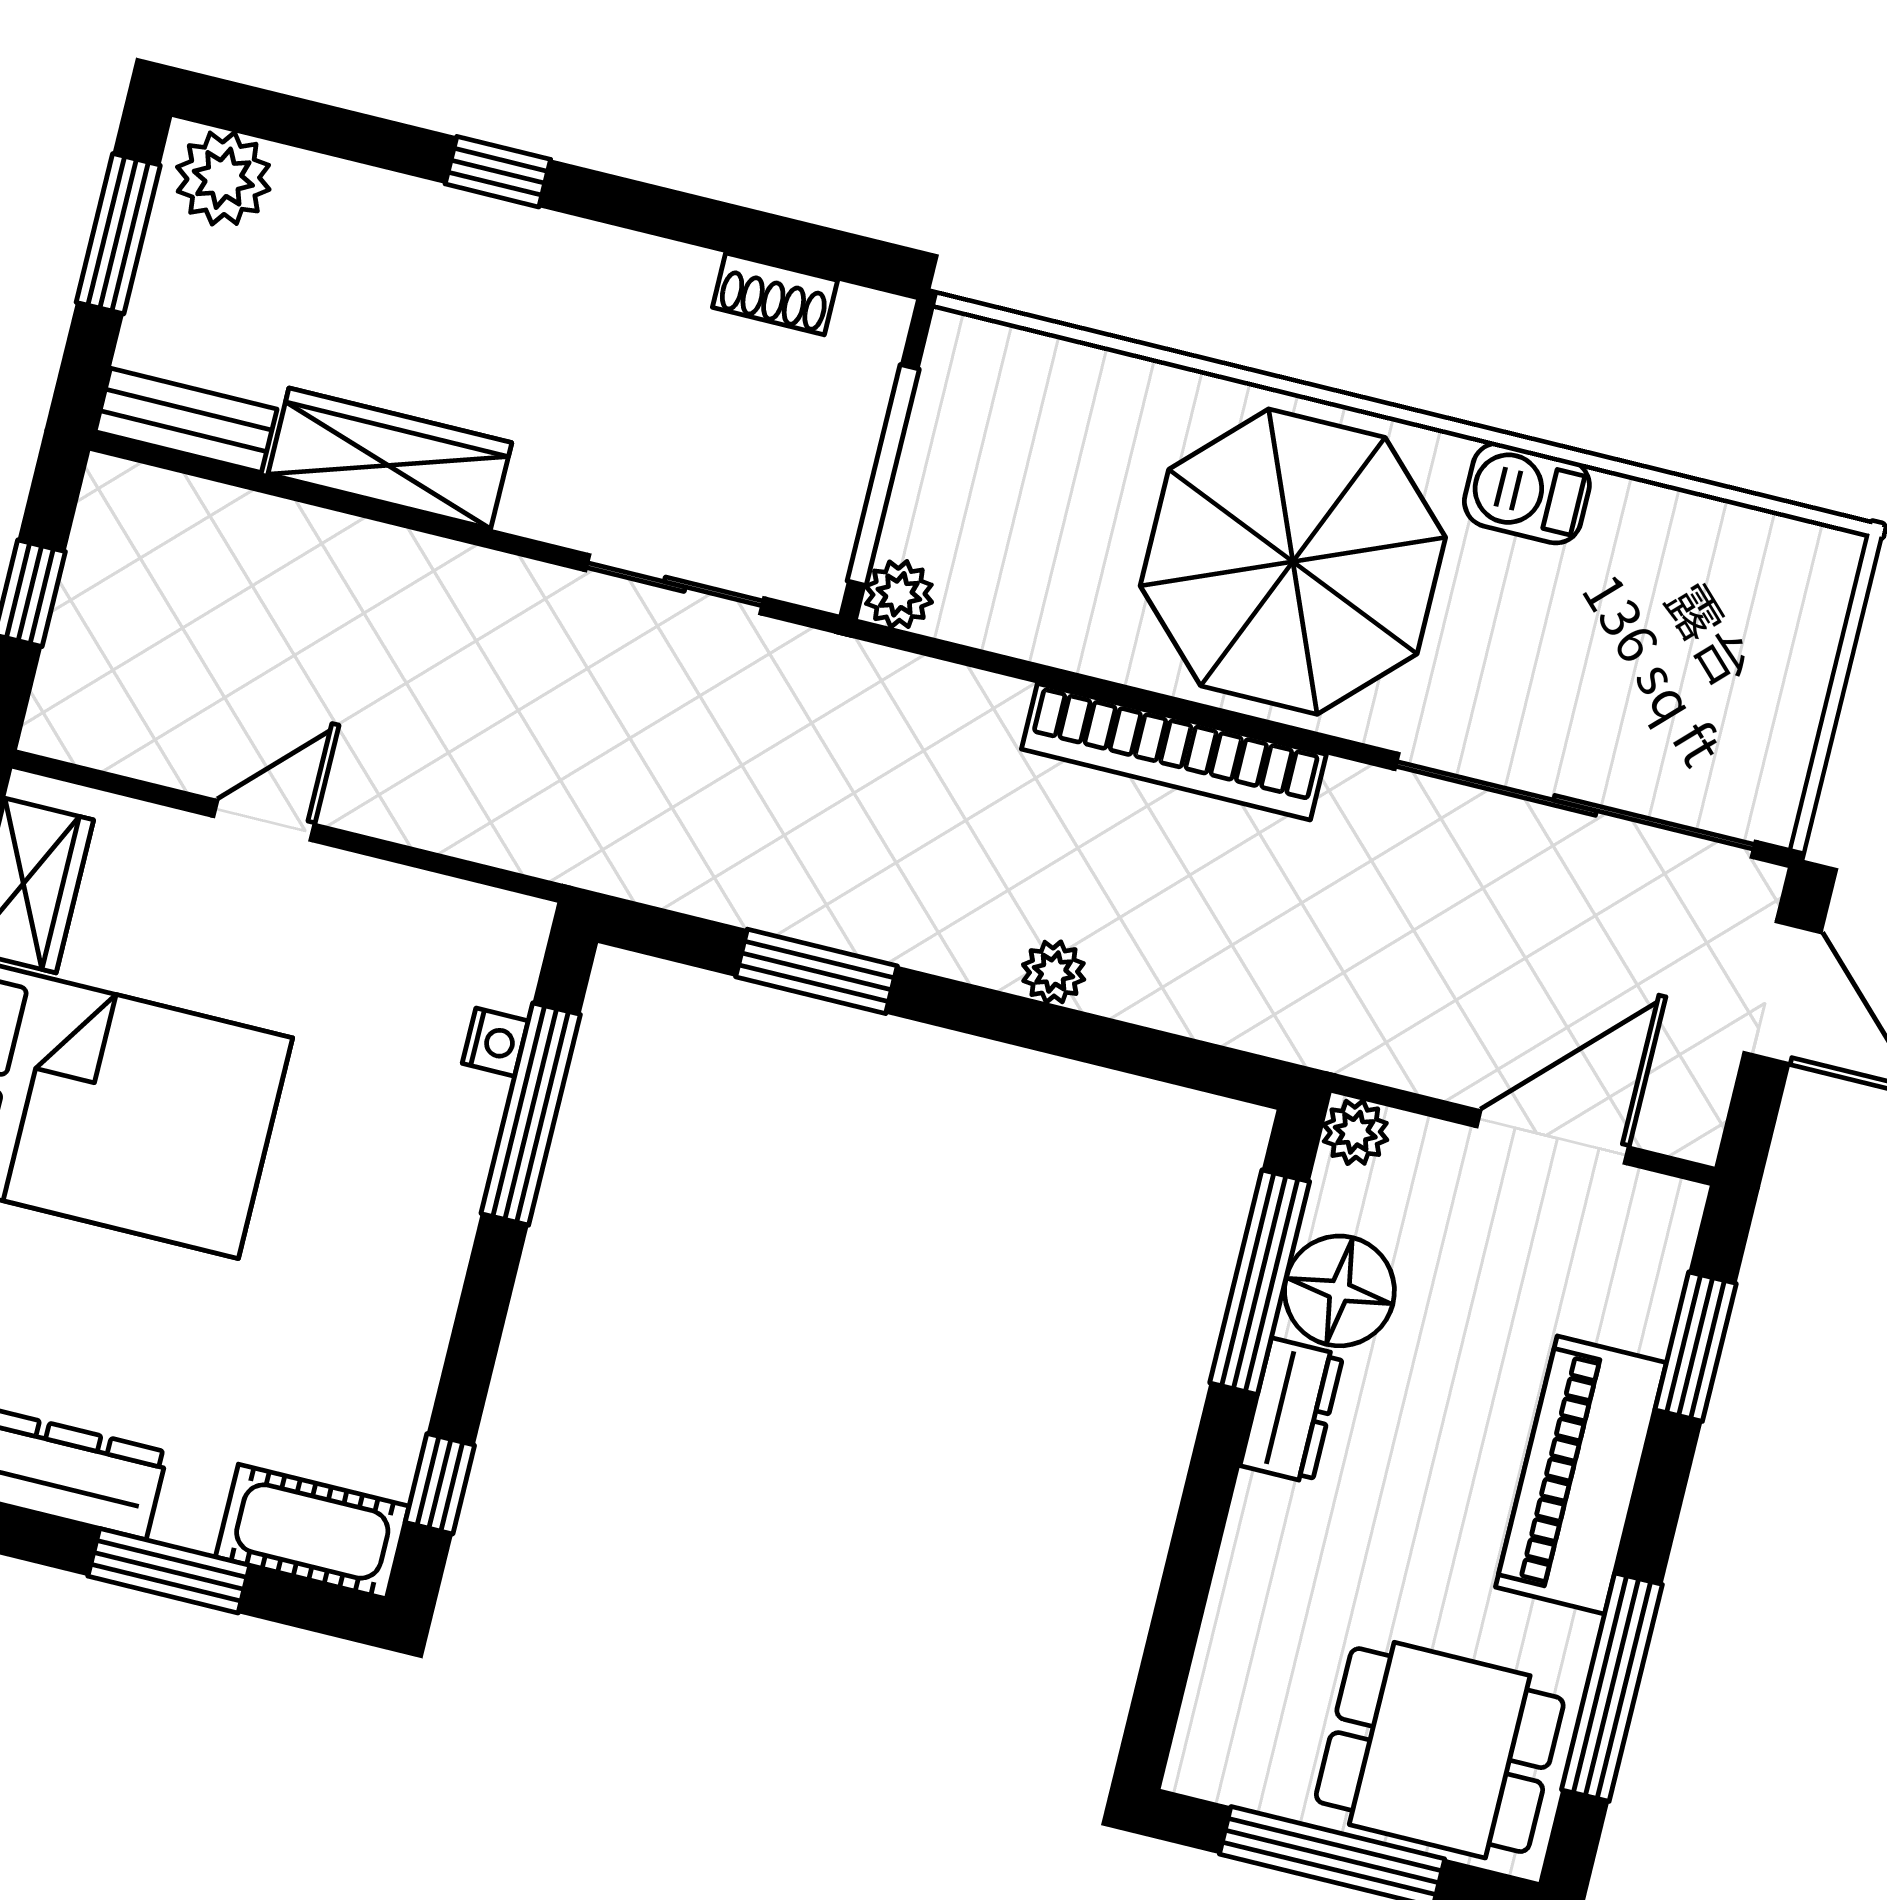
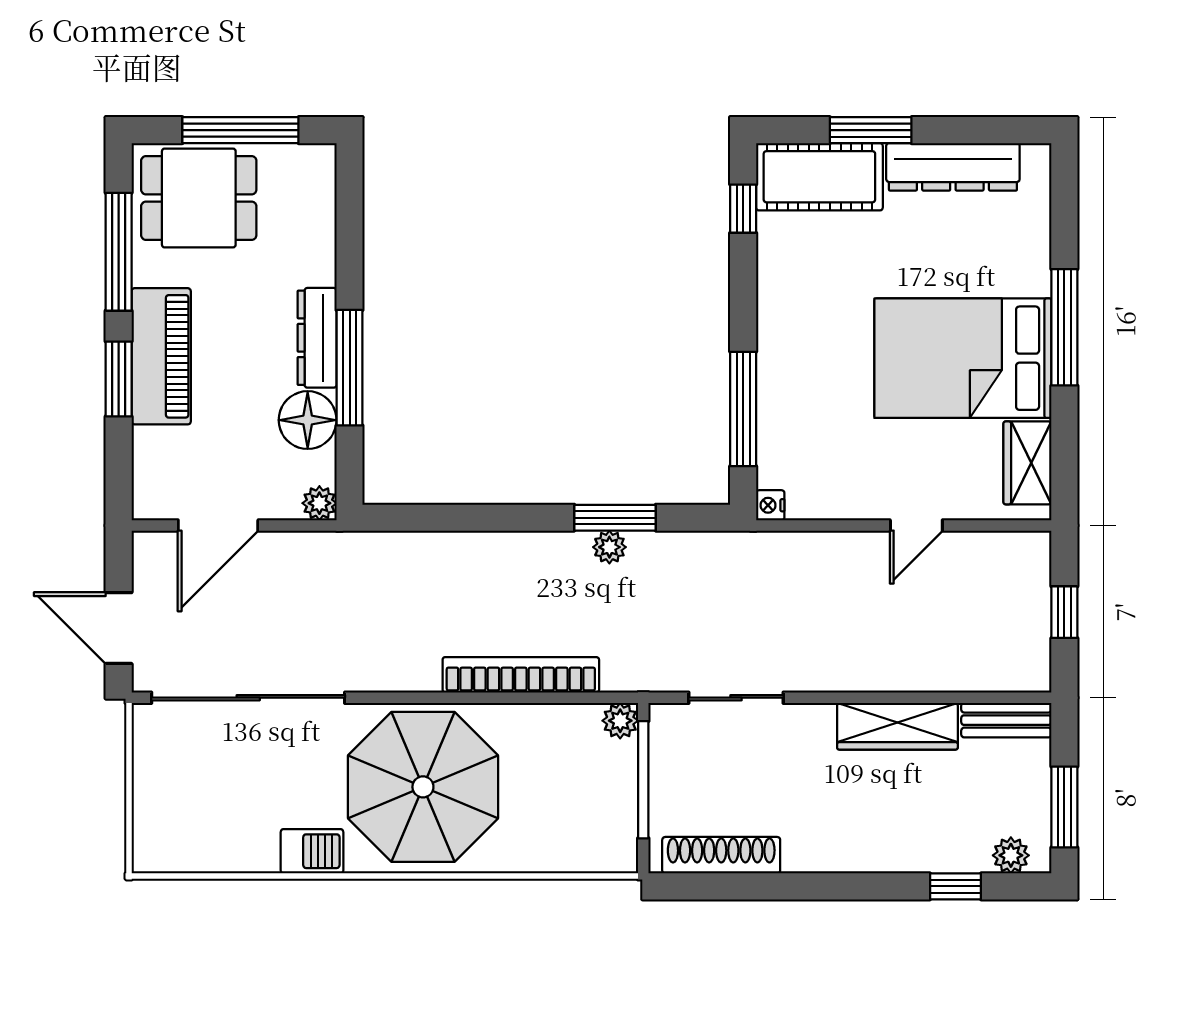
window: (498, 172) -> (956, 886), moved
plant: (223, 178) -> (1011, 855), width x0.73, depth x0.73
shoe rack: (775, 294) -> (721, 855), width x1.94, depth x1.24
bookcase: (1174, 752) -> (521, 675), moved
plant: (1054, 972) -> (609, 547), moved
nightstand: (495, 1042) -> (770, 505), moved
window: (1260, 1282) -> (350, 368), moved
window: (1696, 1347) -> (119, 379), moved
dresser: (1292, 1410) -> (317, 338), width x1.44
cot: (312, 1531) -> (819, 177), width x1.37, depth x1.34

